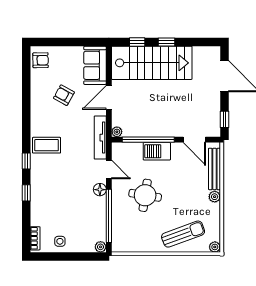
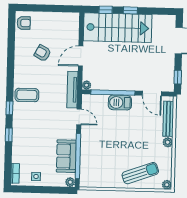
sofa: (95, 65) -> (66, 156), moved
floor lamp: (100, 190) -> (71, 134), removed
round table: (145, 195) -> (109, 139), removed

